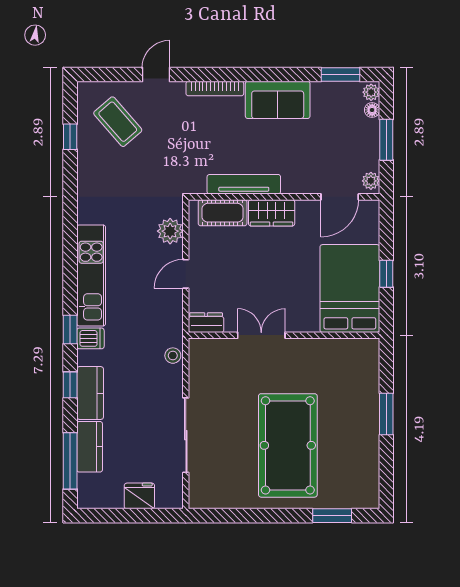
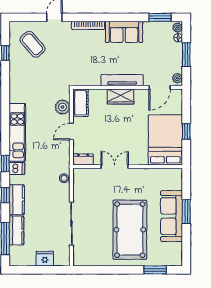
tv unit: (244, 184) -> (122, 80), moved
cot: (223, 213) -> (81, 103), moved, turned 90
sofa: (361, 422) -> (172, 216), added

